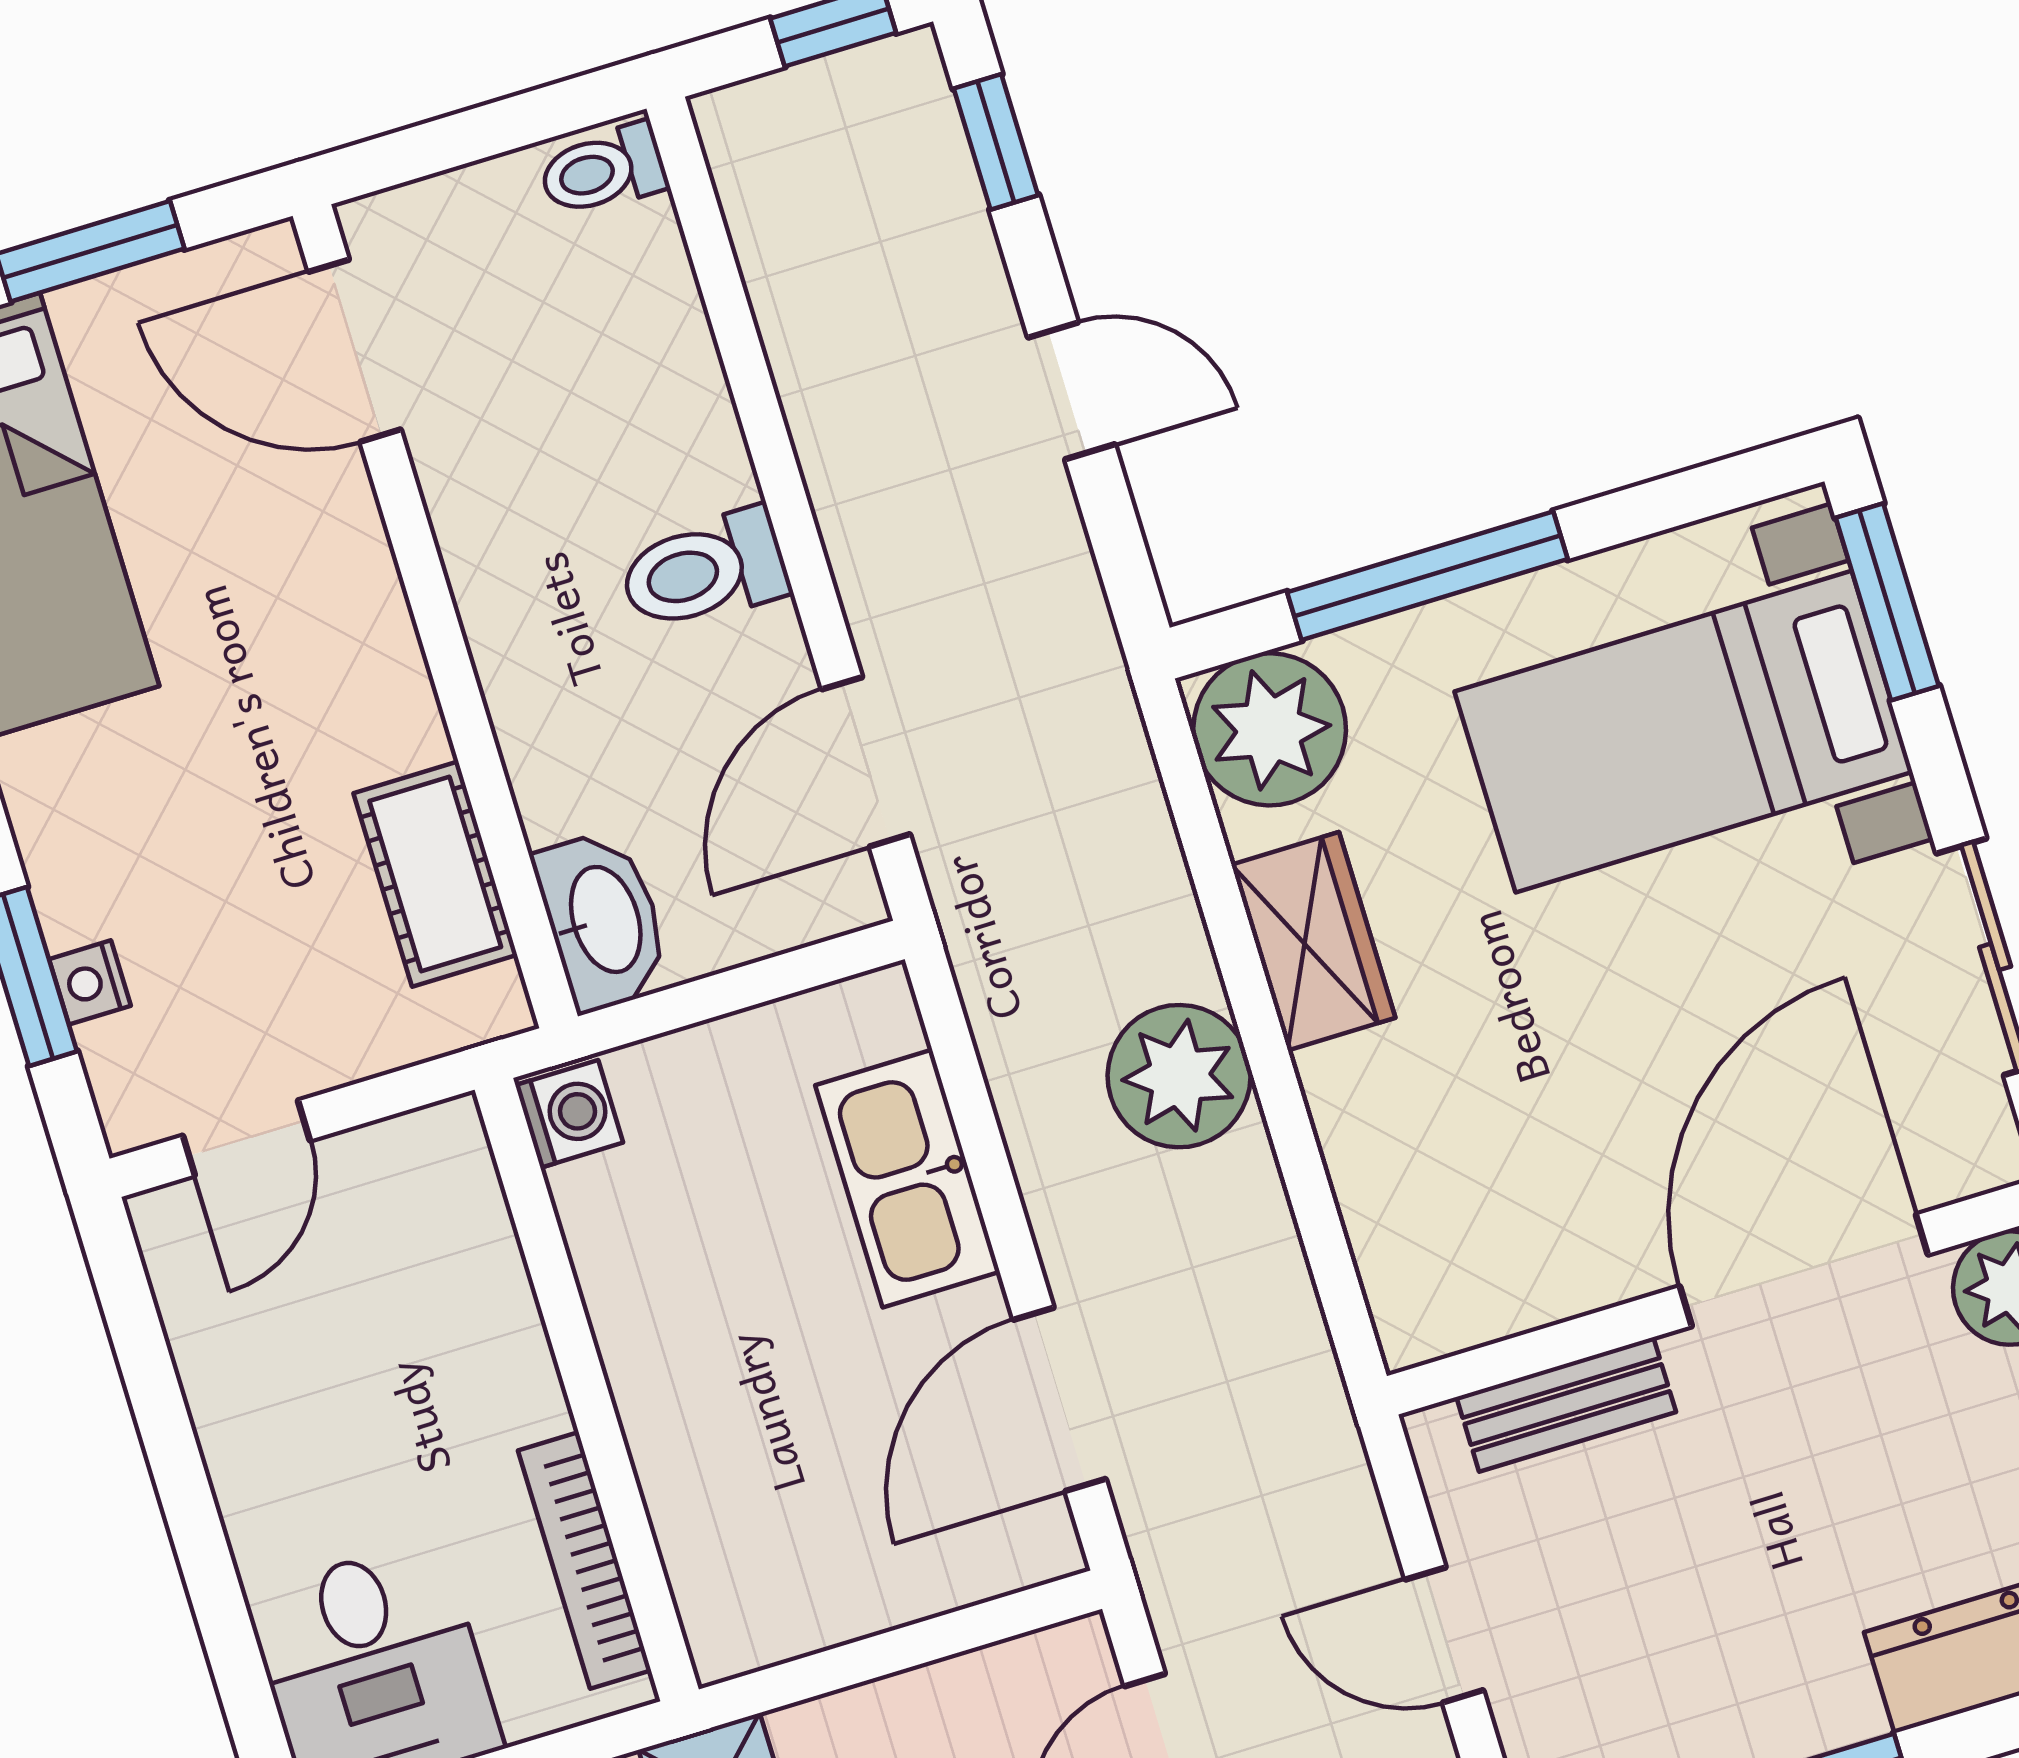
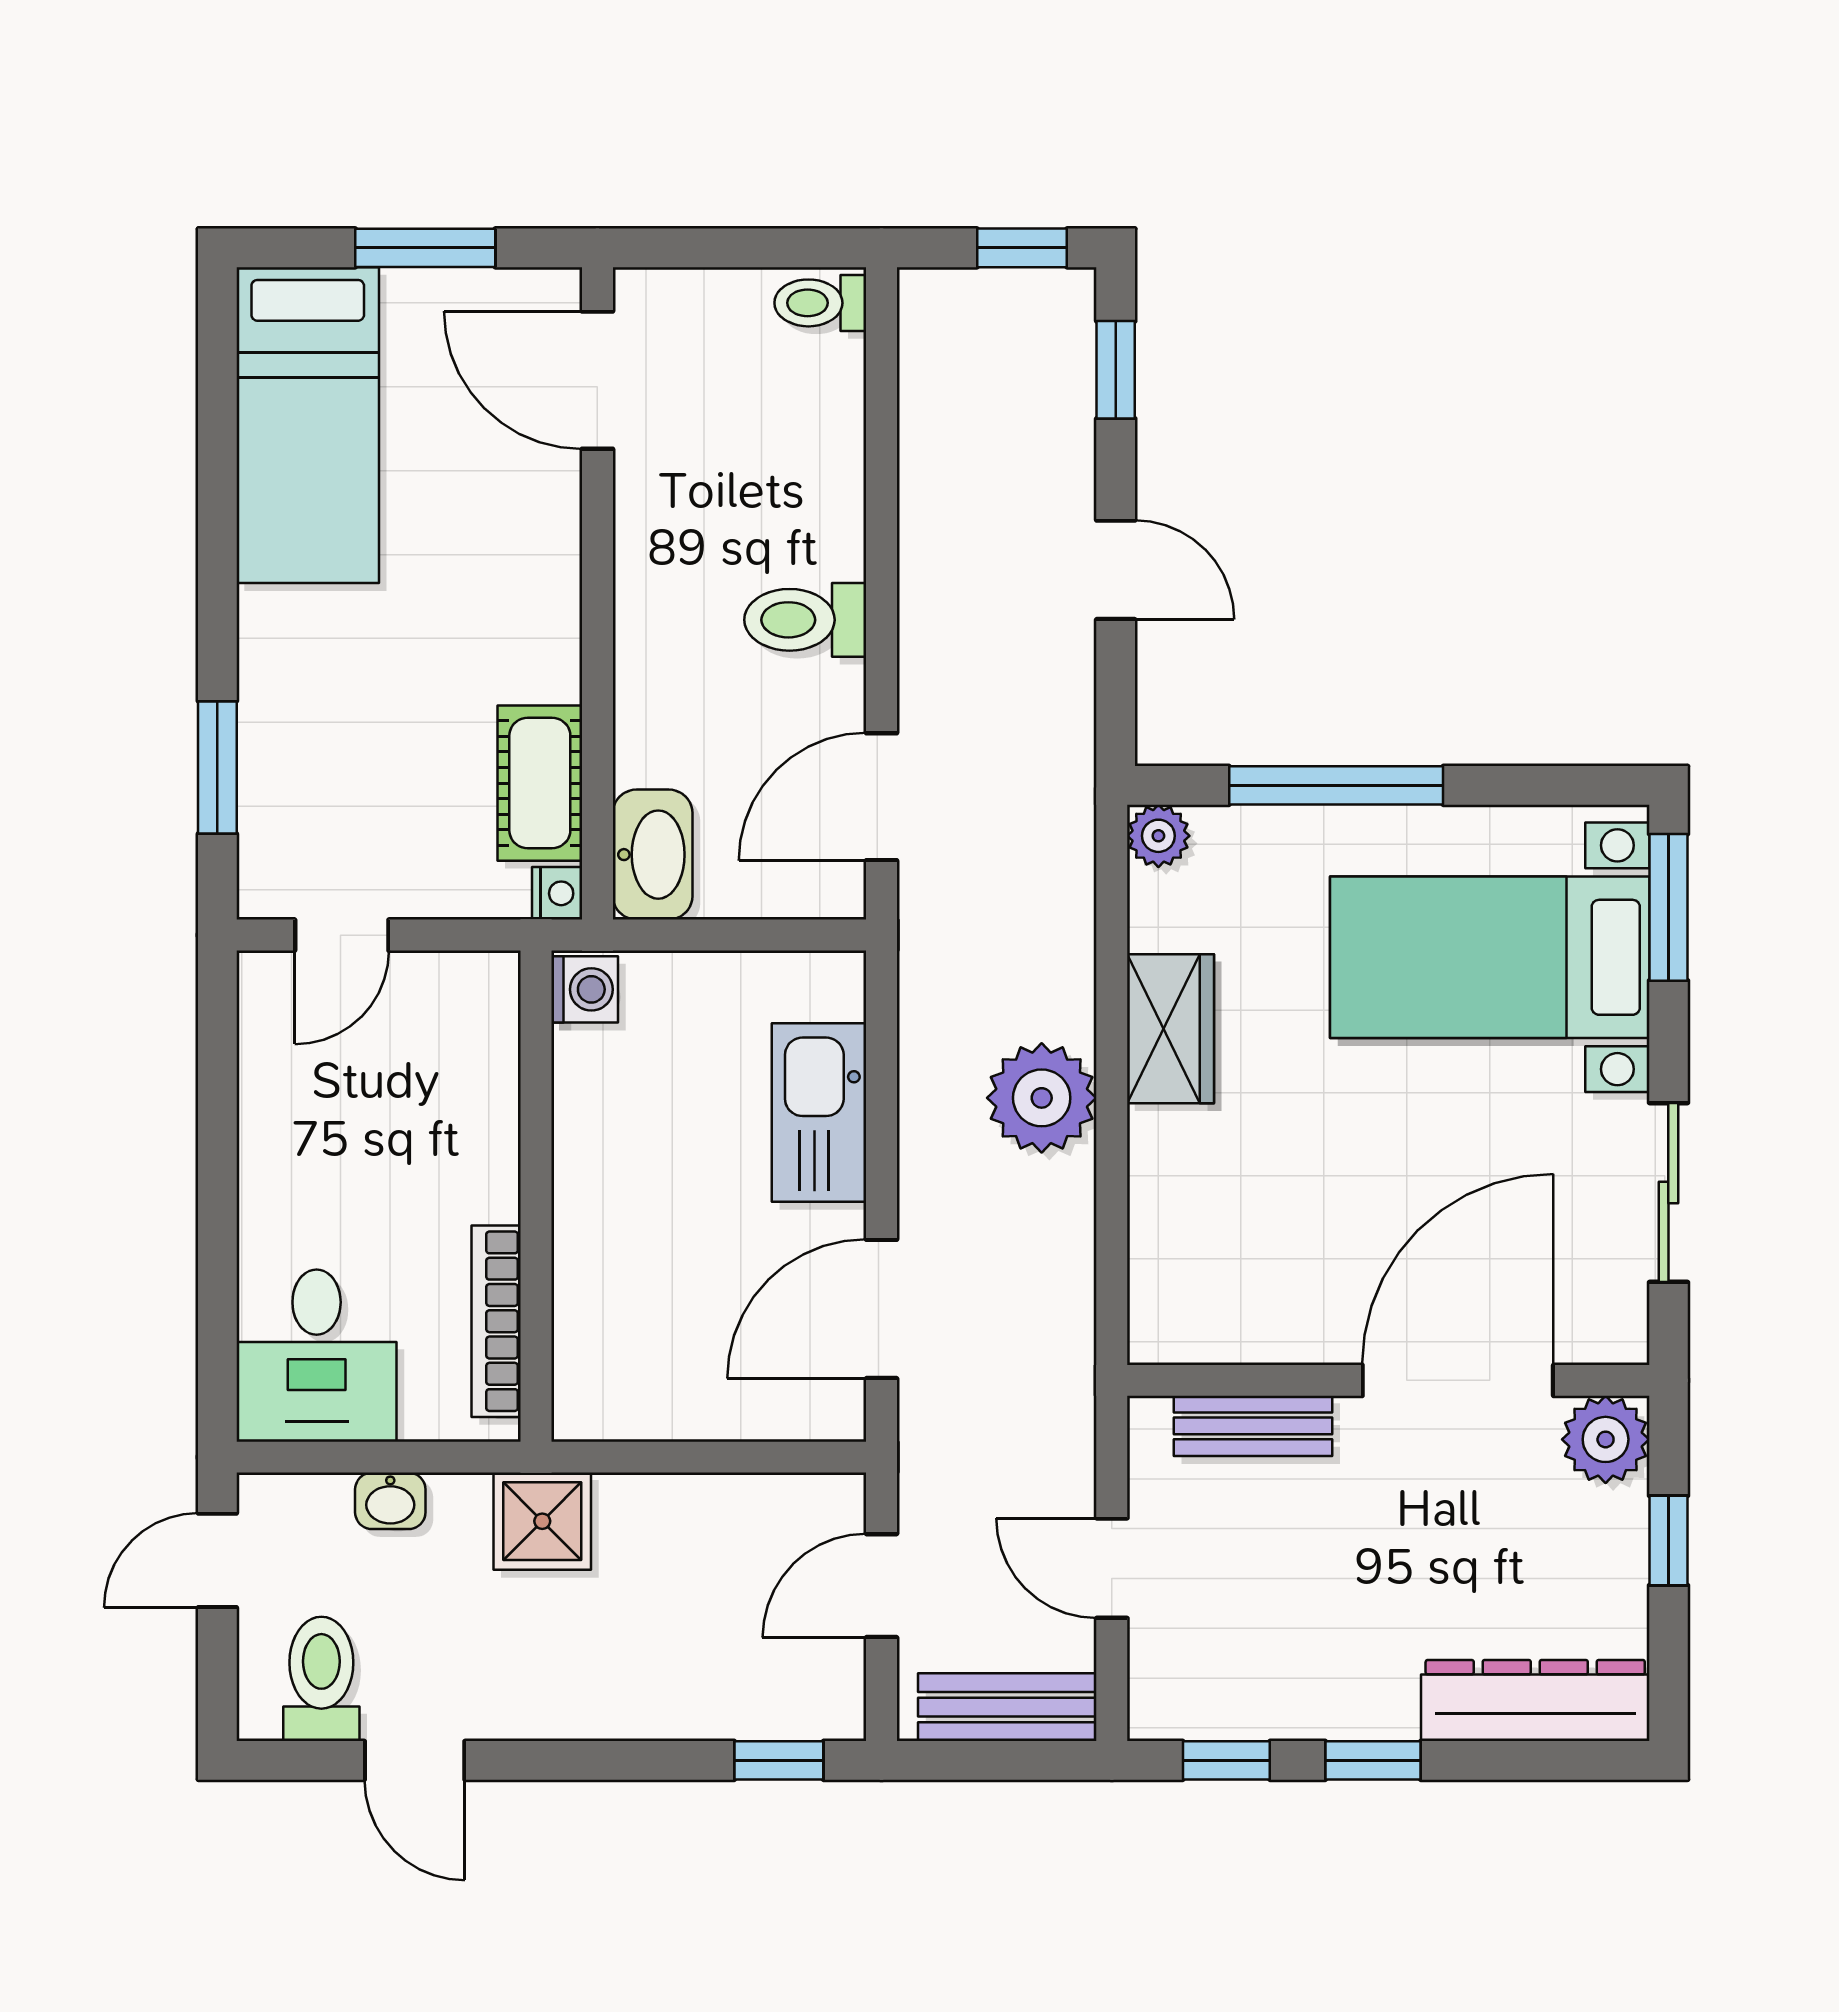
plant: (1270, 729) -> (1158, 836), width x0.53, depth x0.53
nightstand: (90, 982) -> (557, 893), moved, turned 180

